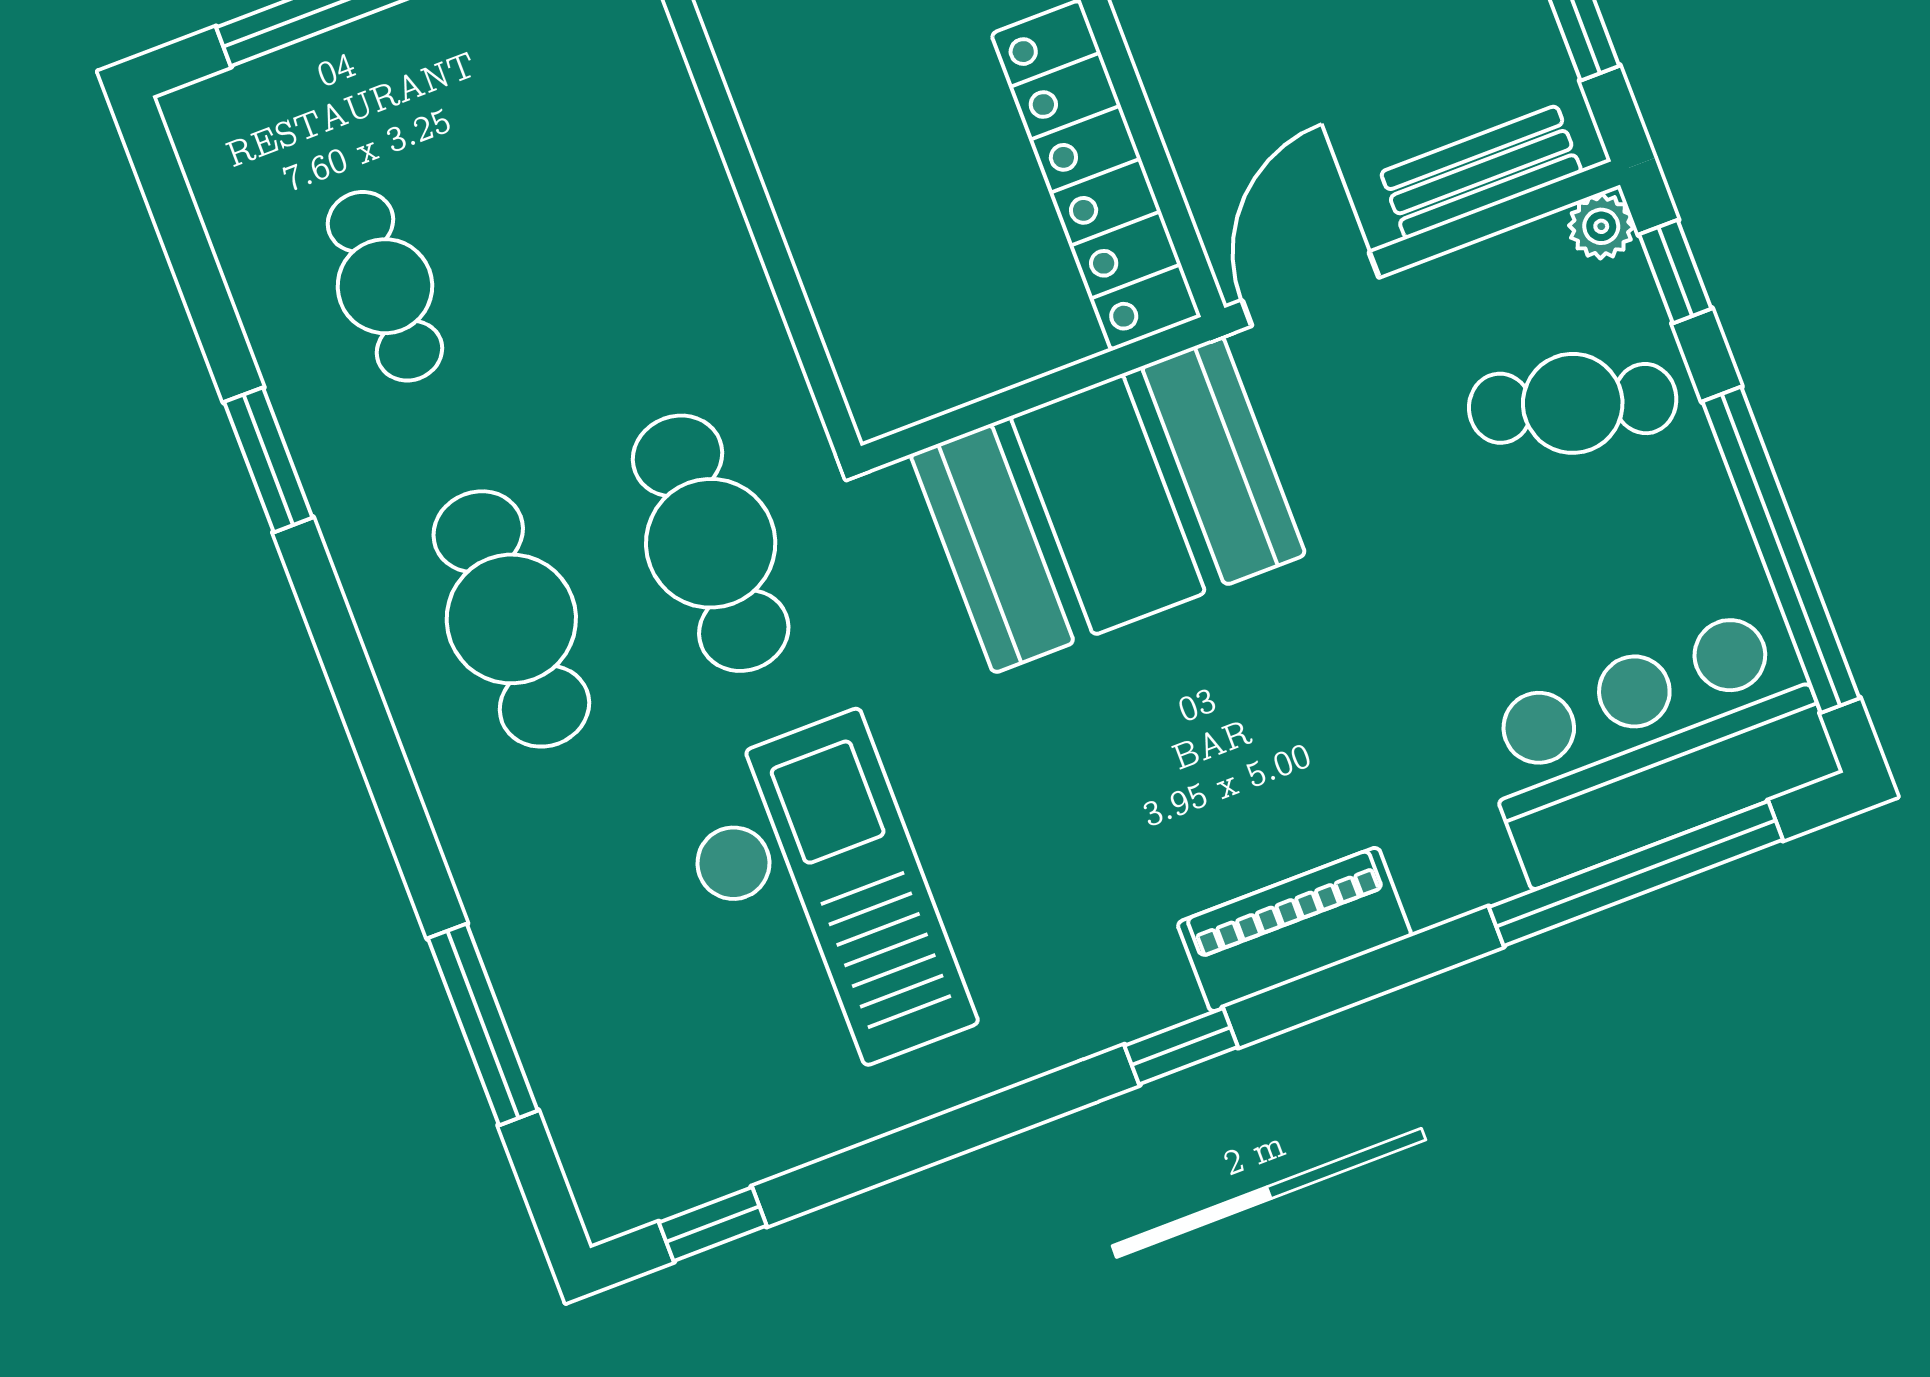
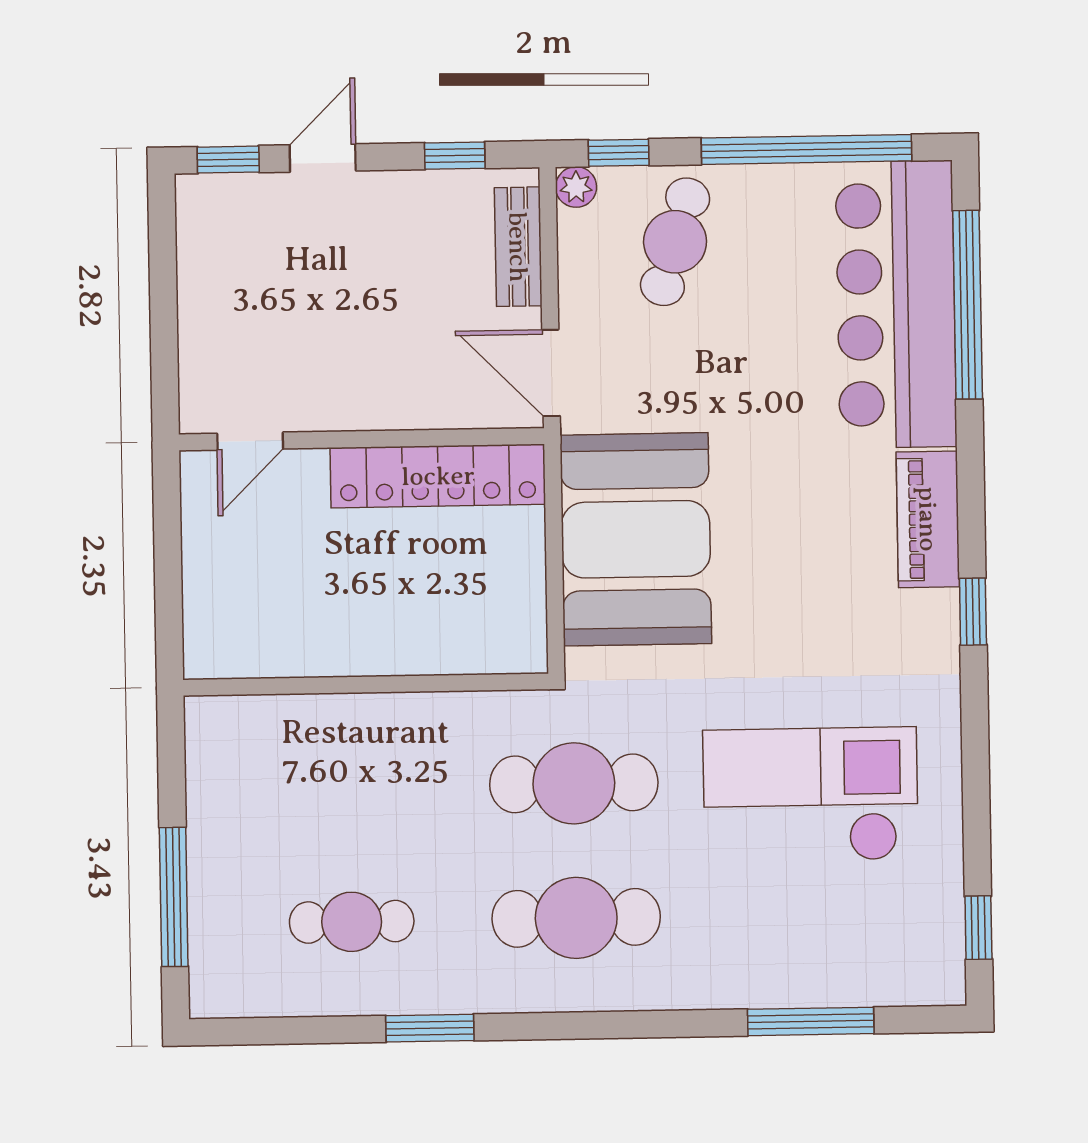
bar counter: (1655, 745) -> (896, 304), width x1.36

